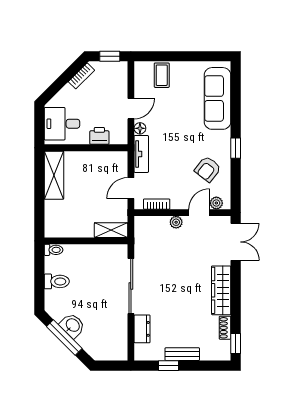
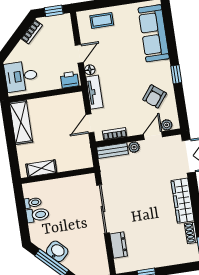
coffee table: (162, 75) -> (102, 20), turned 90
printer: (99, 136) -> (70, 80), moved
shelving: (111, 230) -> (41, 168), moved
toilet: (54, 250) -> (33, 203), moved
bench: (182, 354) -> (112, 151), moved

